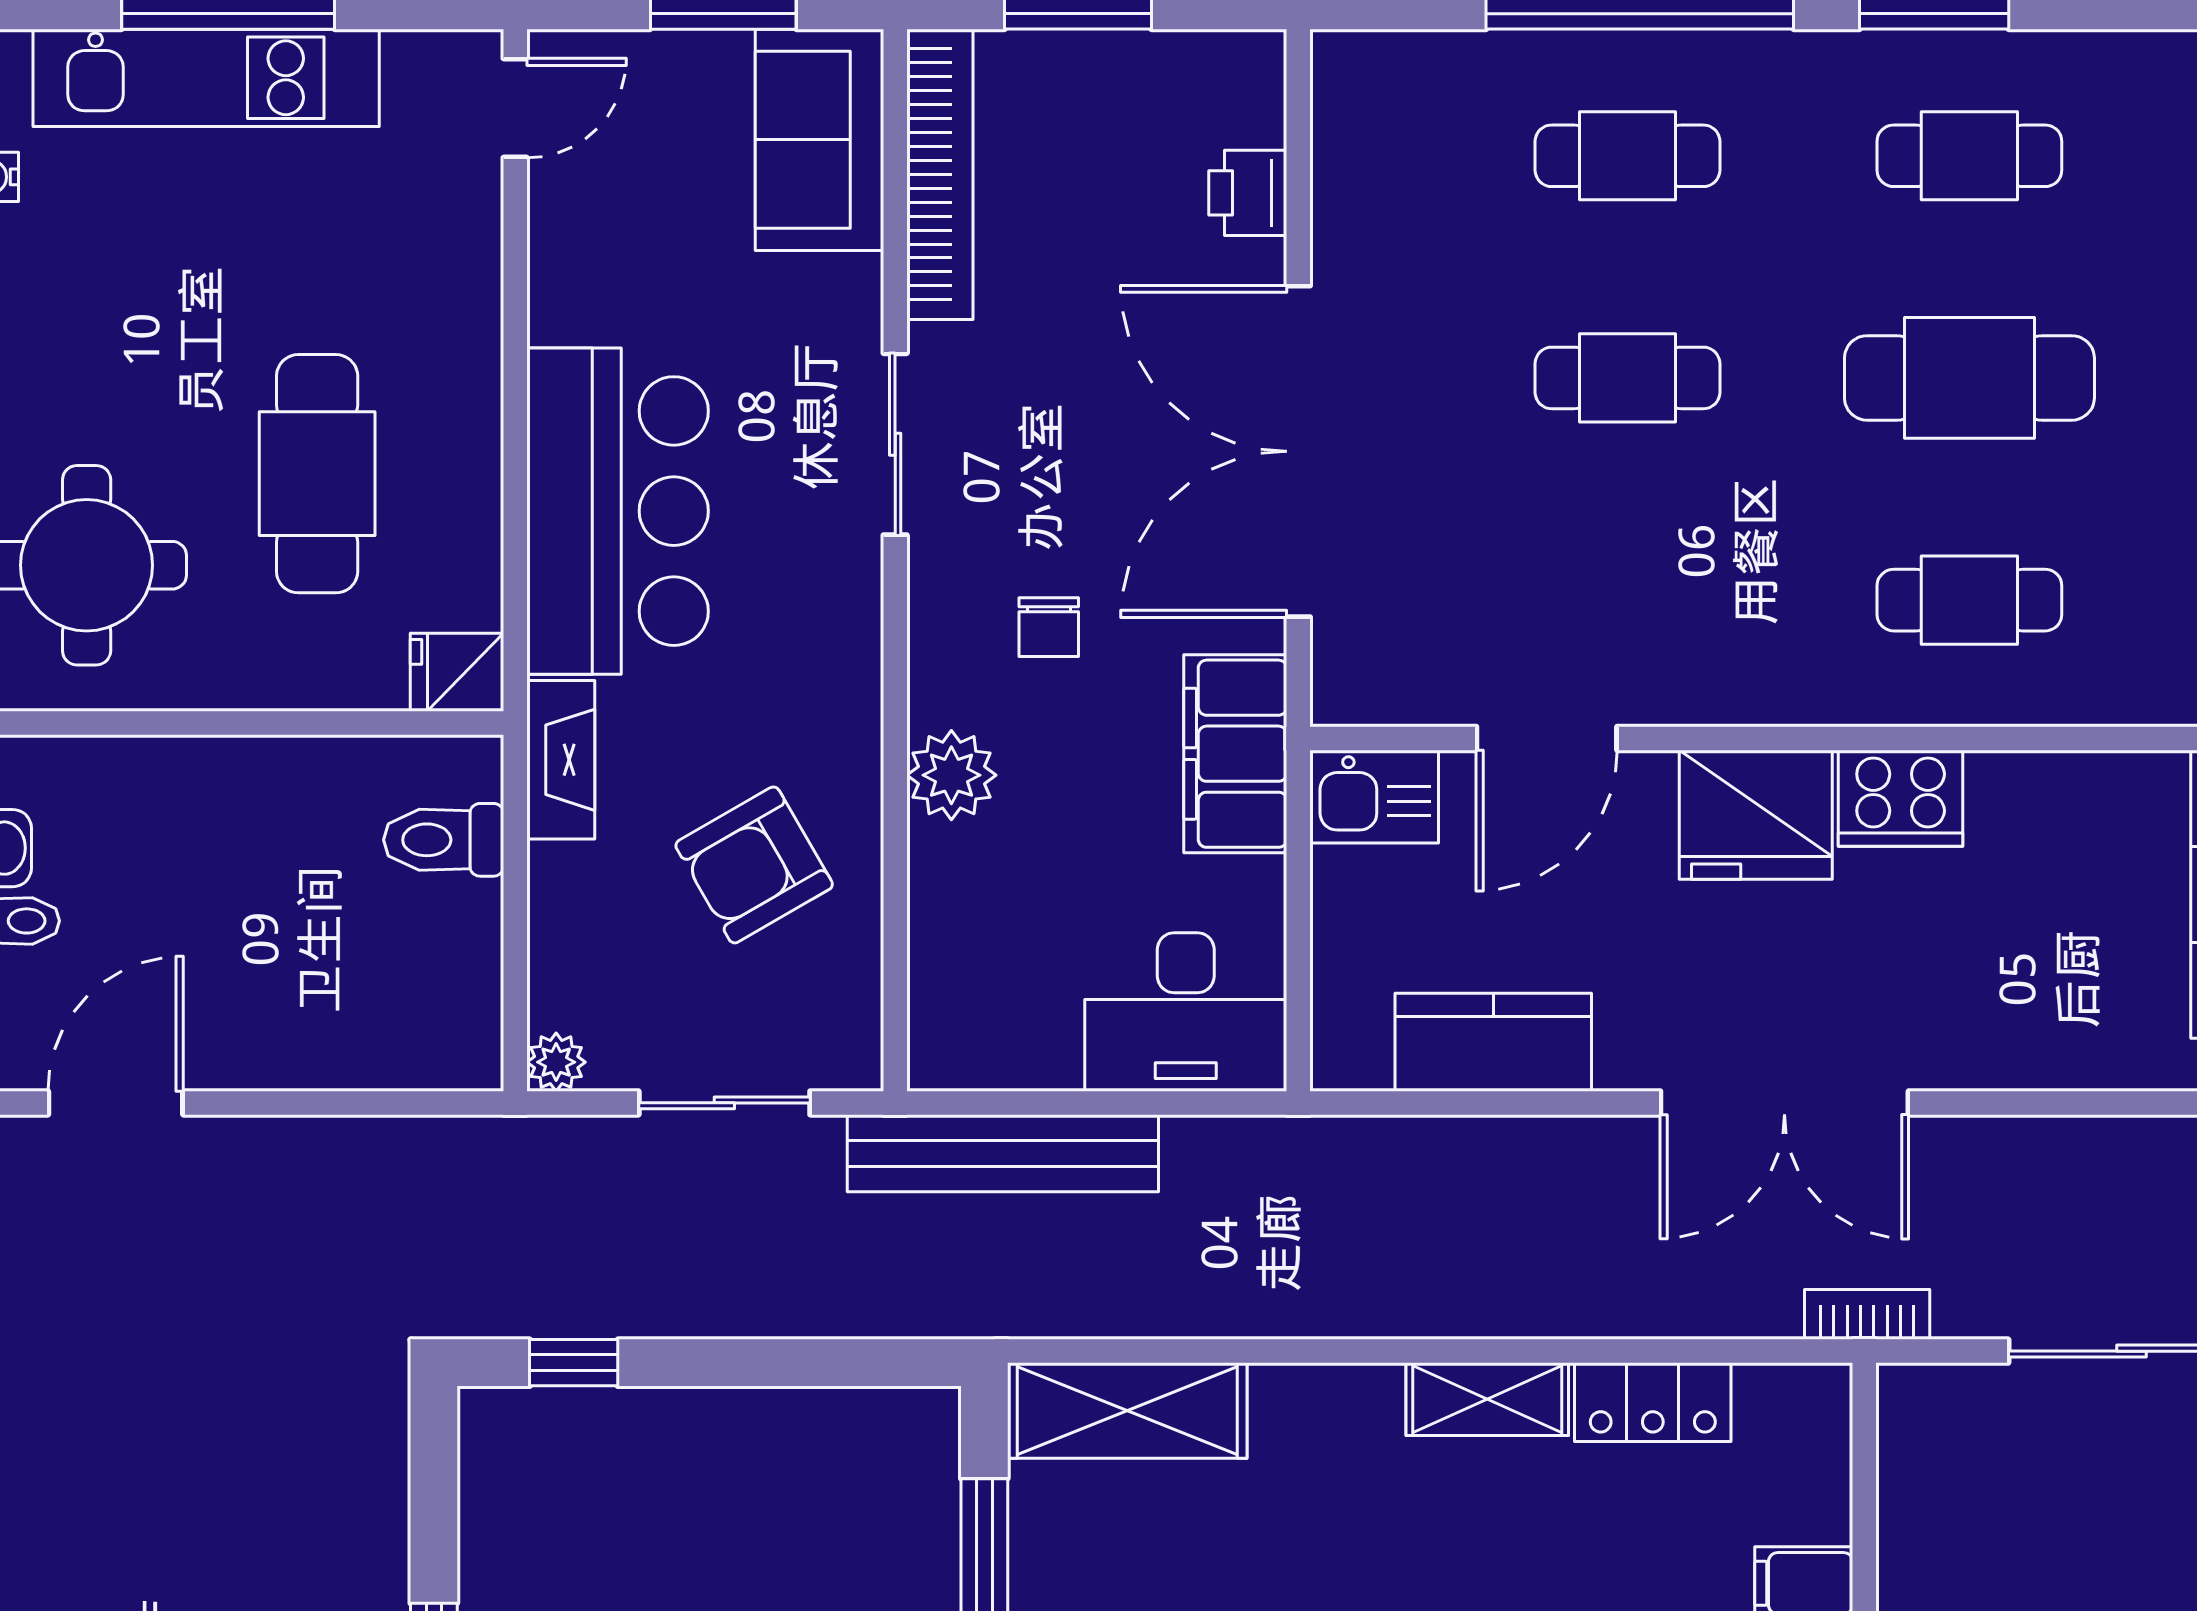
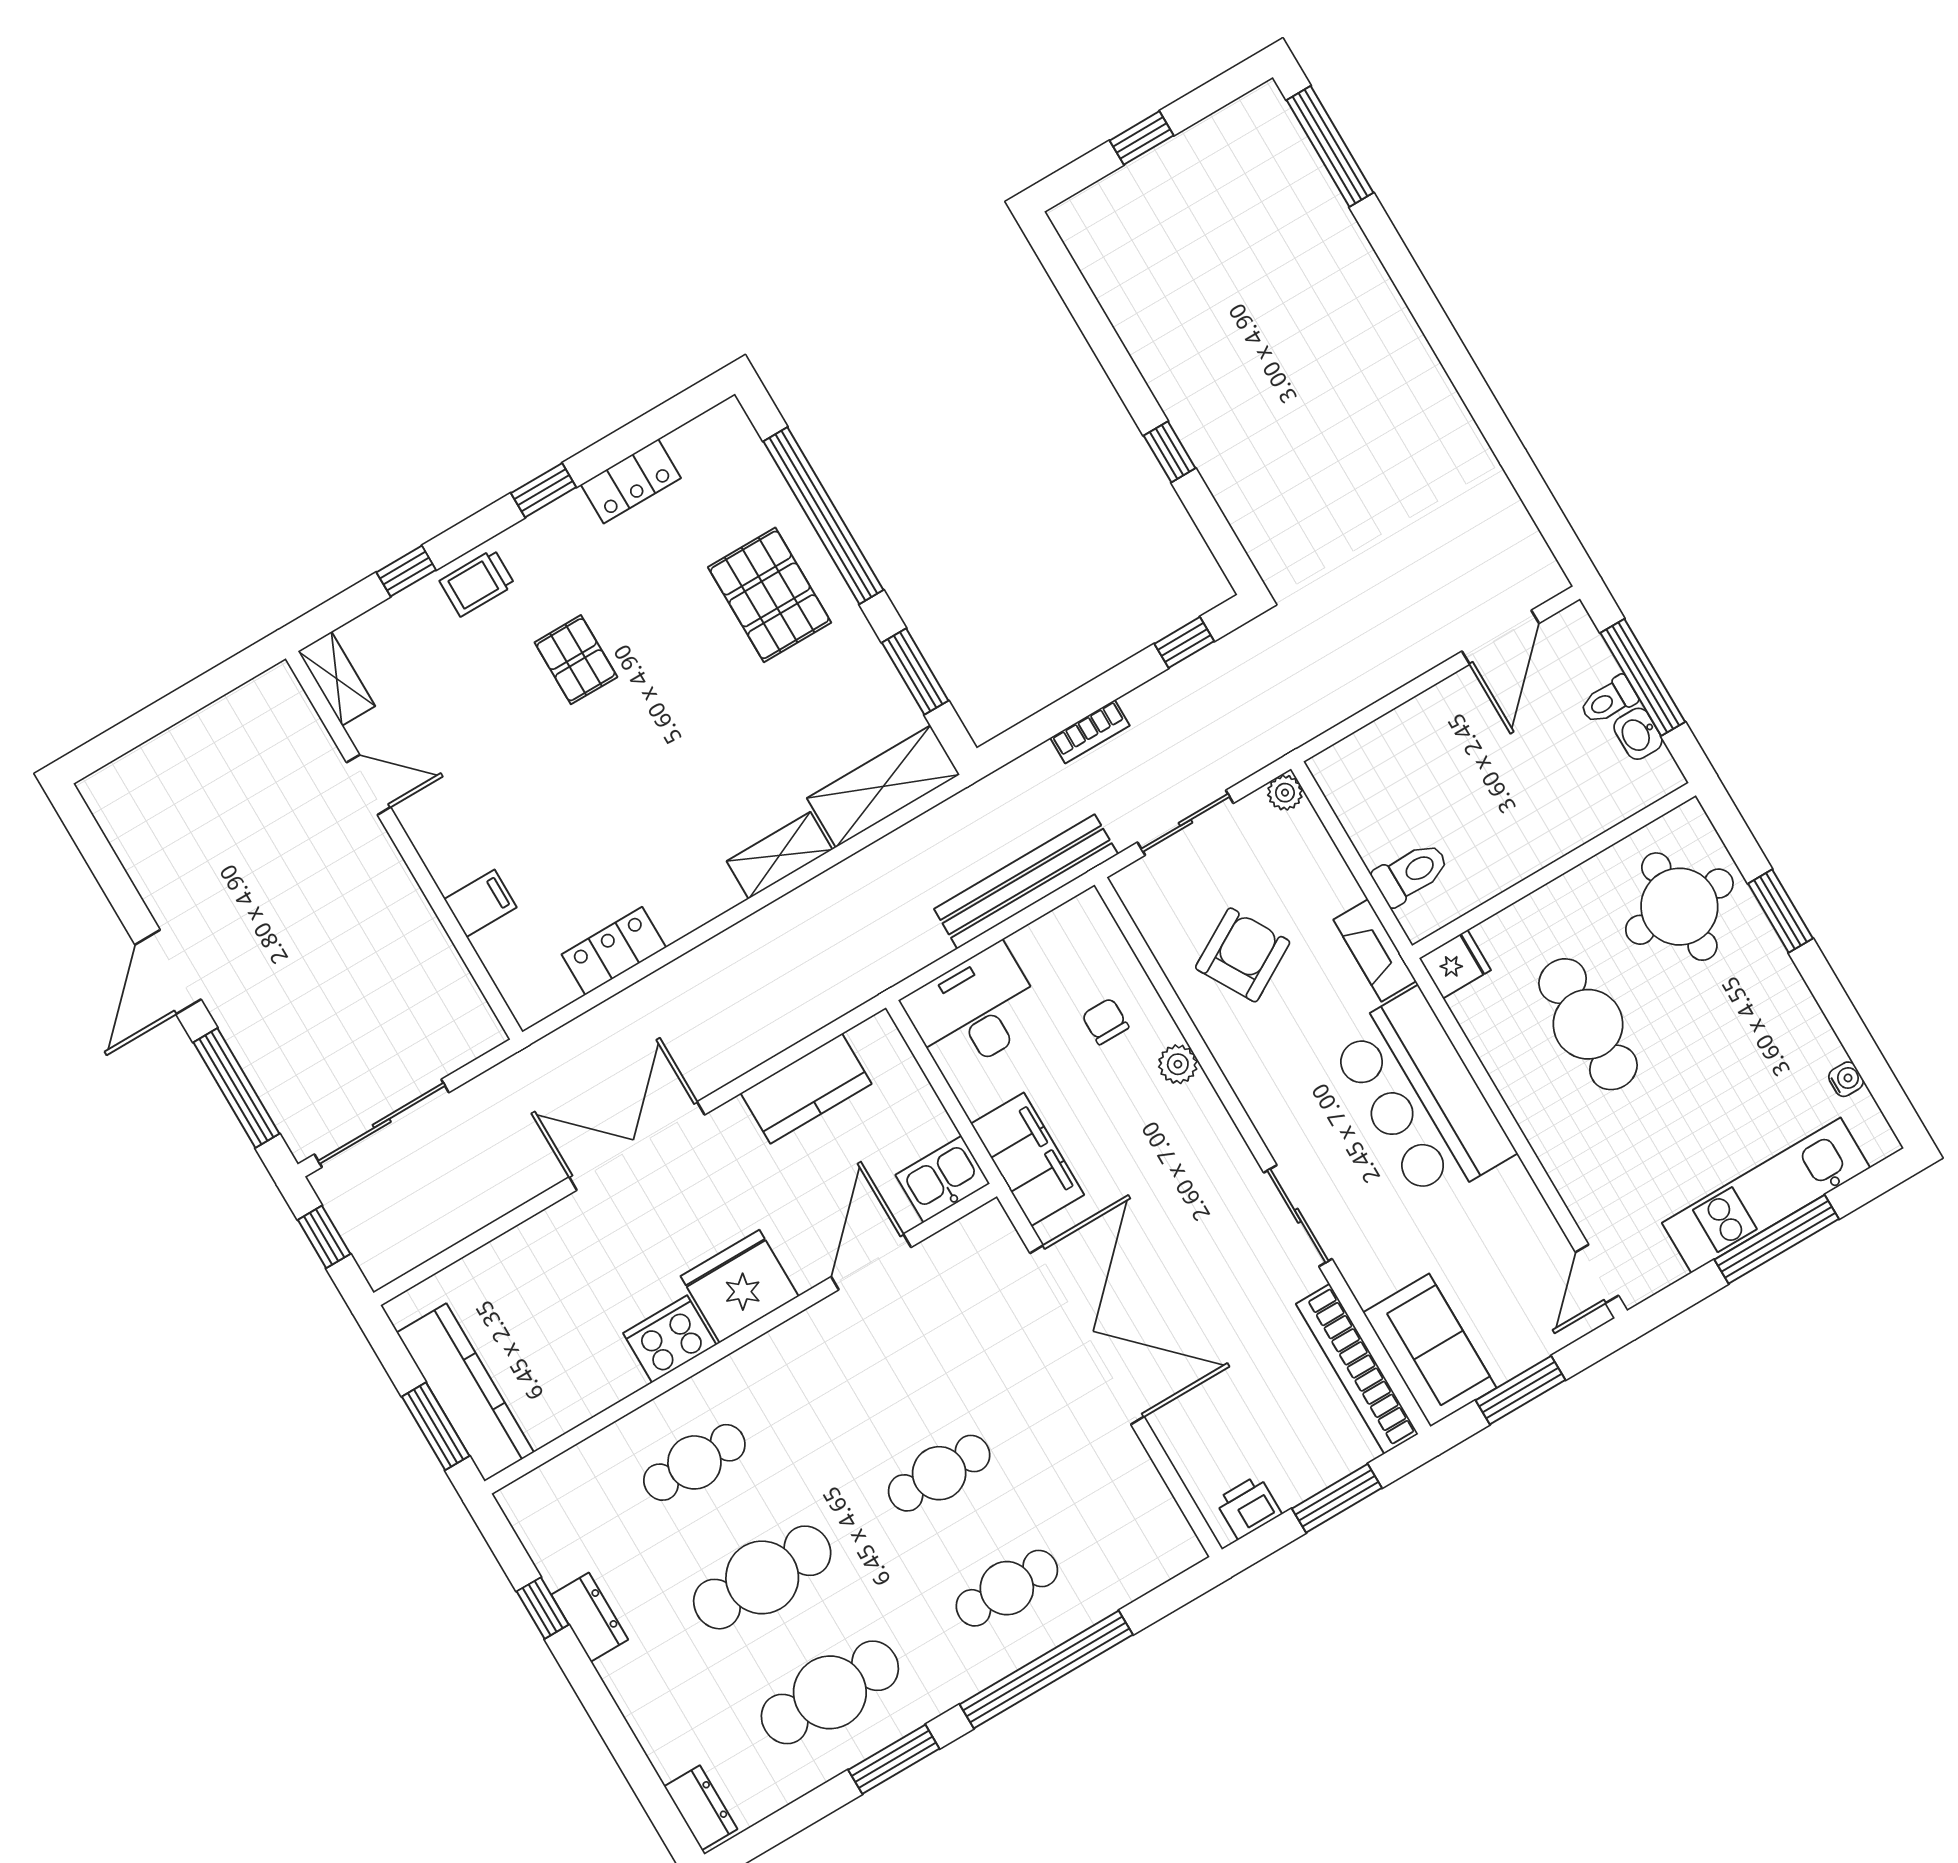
cafe table: (1969, 156) -> (830, 1692), width x1.37, depth x1.35
printer: (1248, 193) -> (1248, 1507), moved, turned -90
chair: (1049, 627) -> (1105, 1021), moved
plant: (951, 775) -> (1178, 1064), width x0.73, depth x0.73
bookcase: (1867, 1314) -> (1090, 732), moved
shelving: (1487, 1399) -> (780, 855), moved

